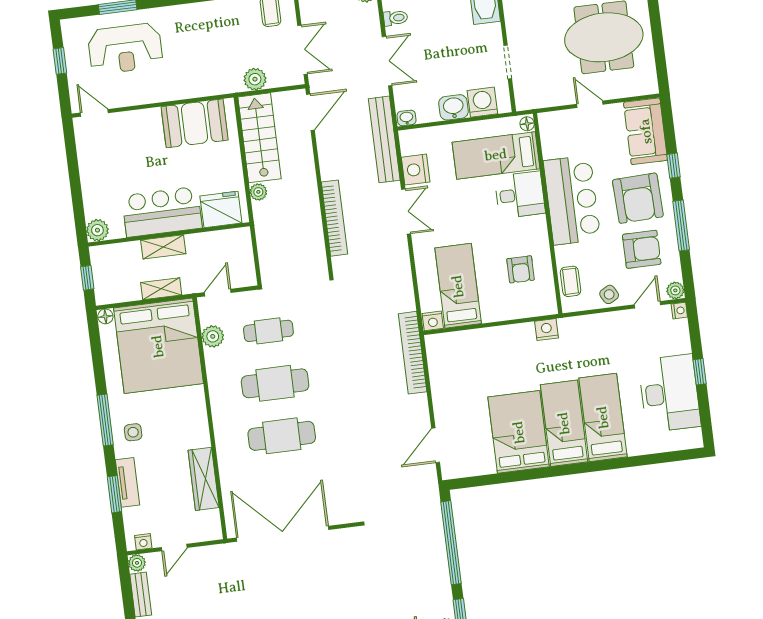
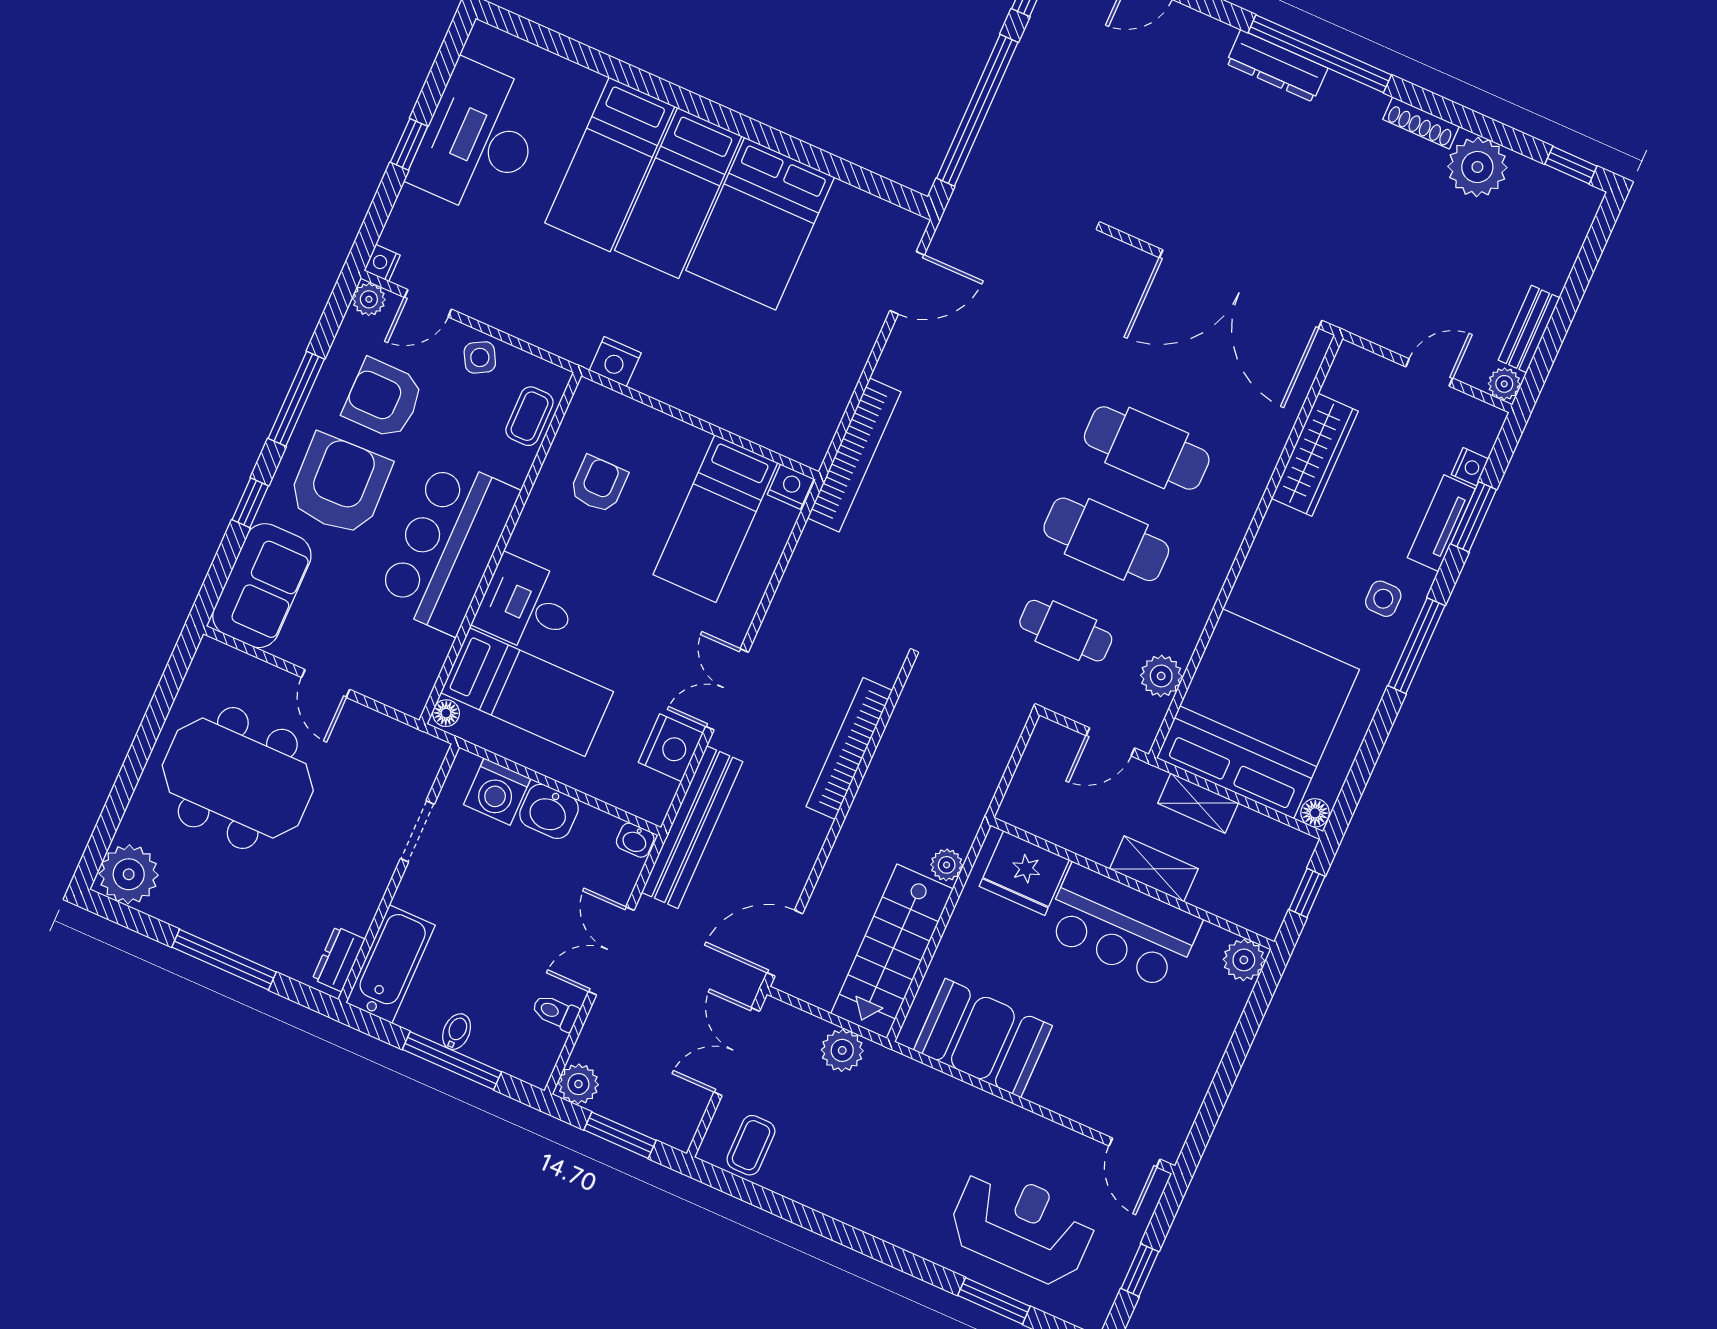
nightstand: (143, 542) -> (1470, 467), moved, turned 90

